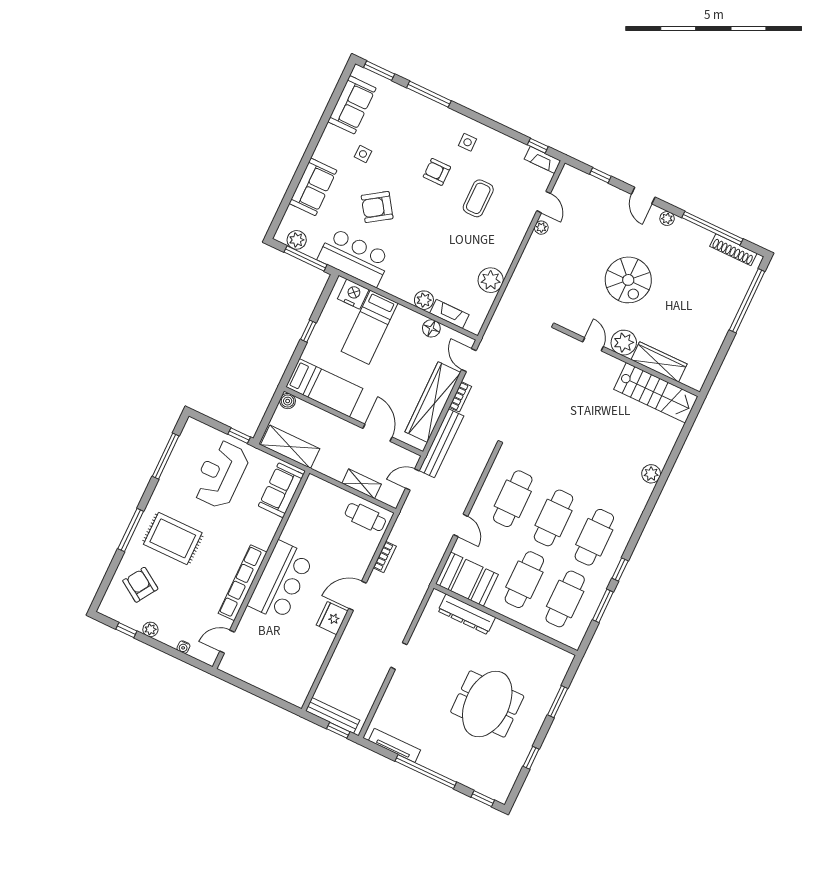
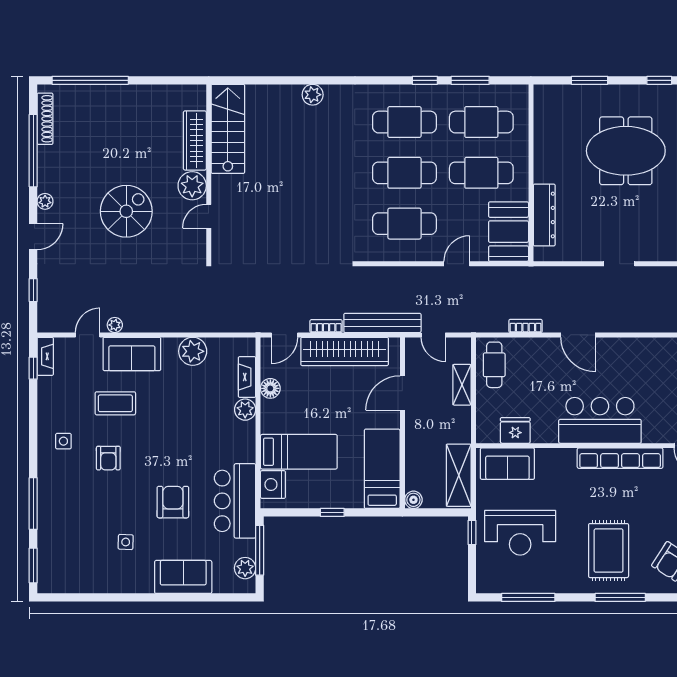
sofa: (352, 105) -> (132, 354), moved, turned 180
armchair: (377, 207) -> (173, 502), turned -146
fridge: (332, 618) -> (515, 430), moved, turned 180

